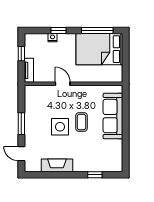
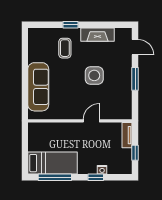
bed: (99, 49) -> (53, 163), width x0.67
door: (63, 84) -> (91, 121), swing flipped
coffee table: (81, 122) -> (65, 48), moved
window: (95, 175) -> (70, 25), moved

